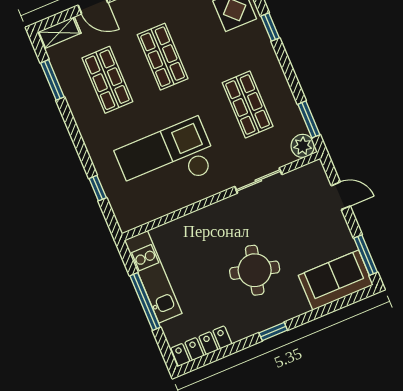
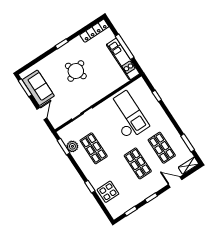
plant: (303, 146) -> (72, 146), moved
checkout: (167, 159) -> (127, 116), turned -90
door: (341, 196) -> (42, 113), swing flipped
round table: (255, 270) -> (76, 71), turned -37
sofa: (336, 280) -> (38, 88), moved, turned -90

